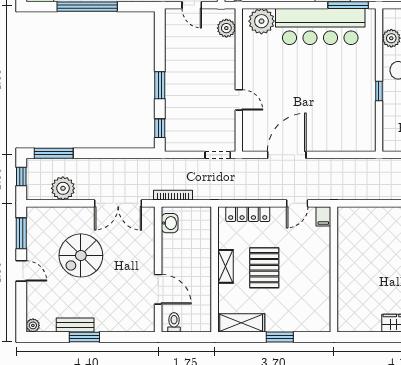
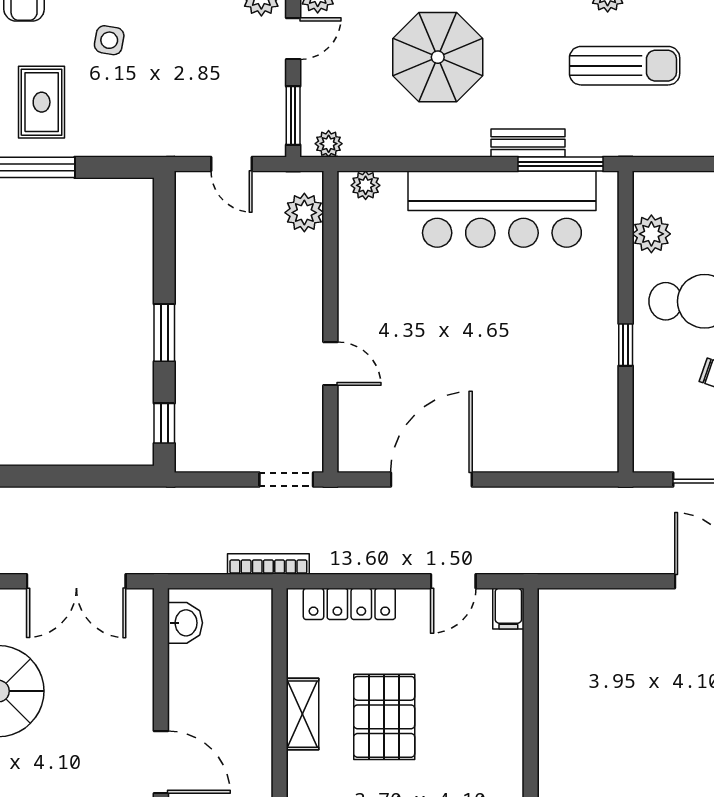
plant: (261, 21) -> (366, 185), width x0.53, depth x0.53
bookcase: (173, 195) -> (268, 564), moved

